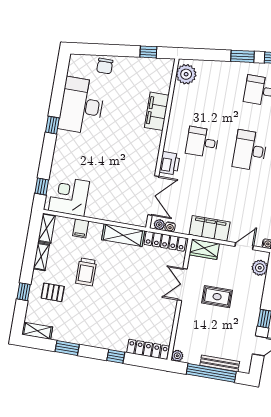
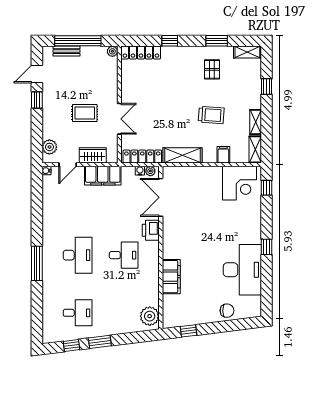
chair: (105, 66) -> (227, 311), turned 90
wardrobe: (204, 249) -> (93, 155), moved
trolley: (86, 272) -> (211, 115), turned 94
pallet: (53, 292) -> (212, 69), moved, turned 90
bench: (220, 363) -> (67, 51), width x0.73

